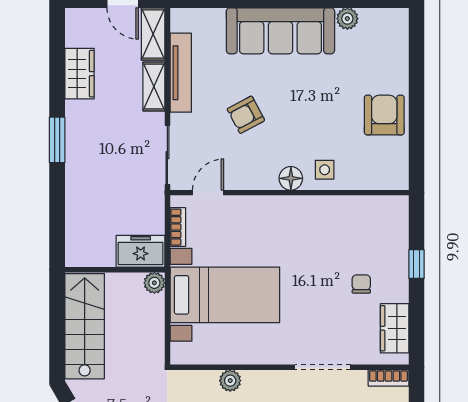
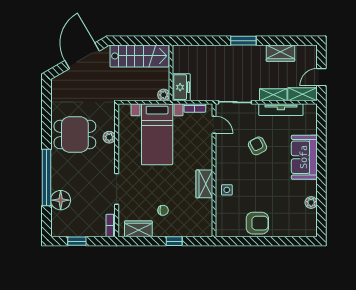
sofa: (280, 31) -> (304, 157), width x0.73
floor lamp: (291, 178) -> (222, 171), removed
wardrobe: (314, 210) -> (204, 184), added

